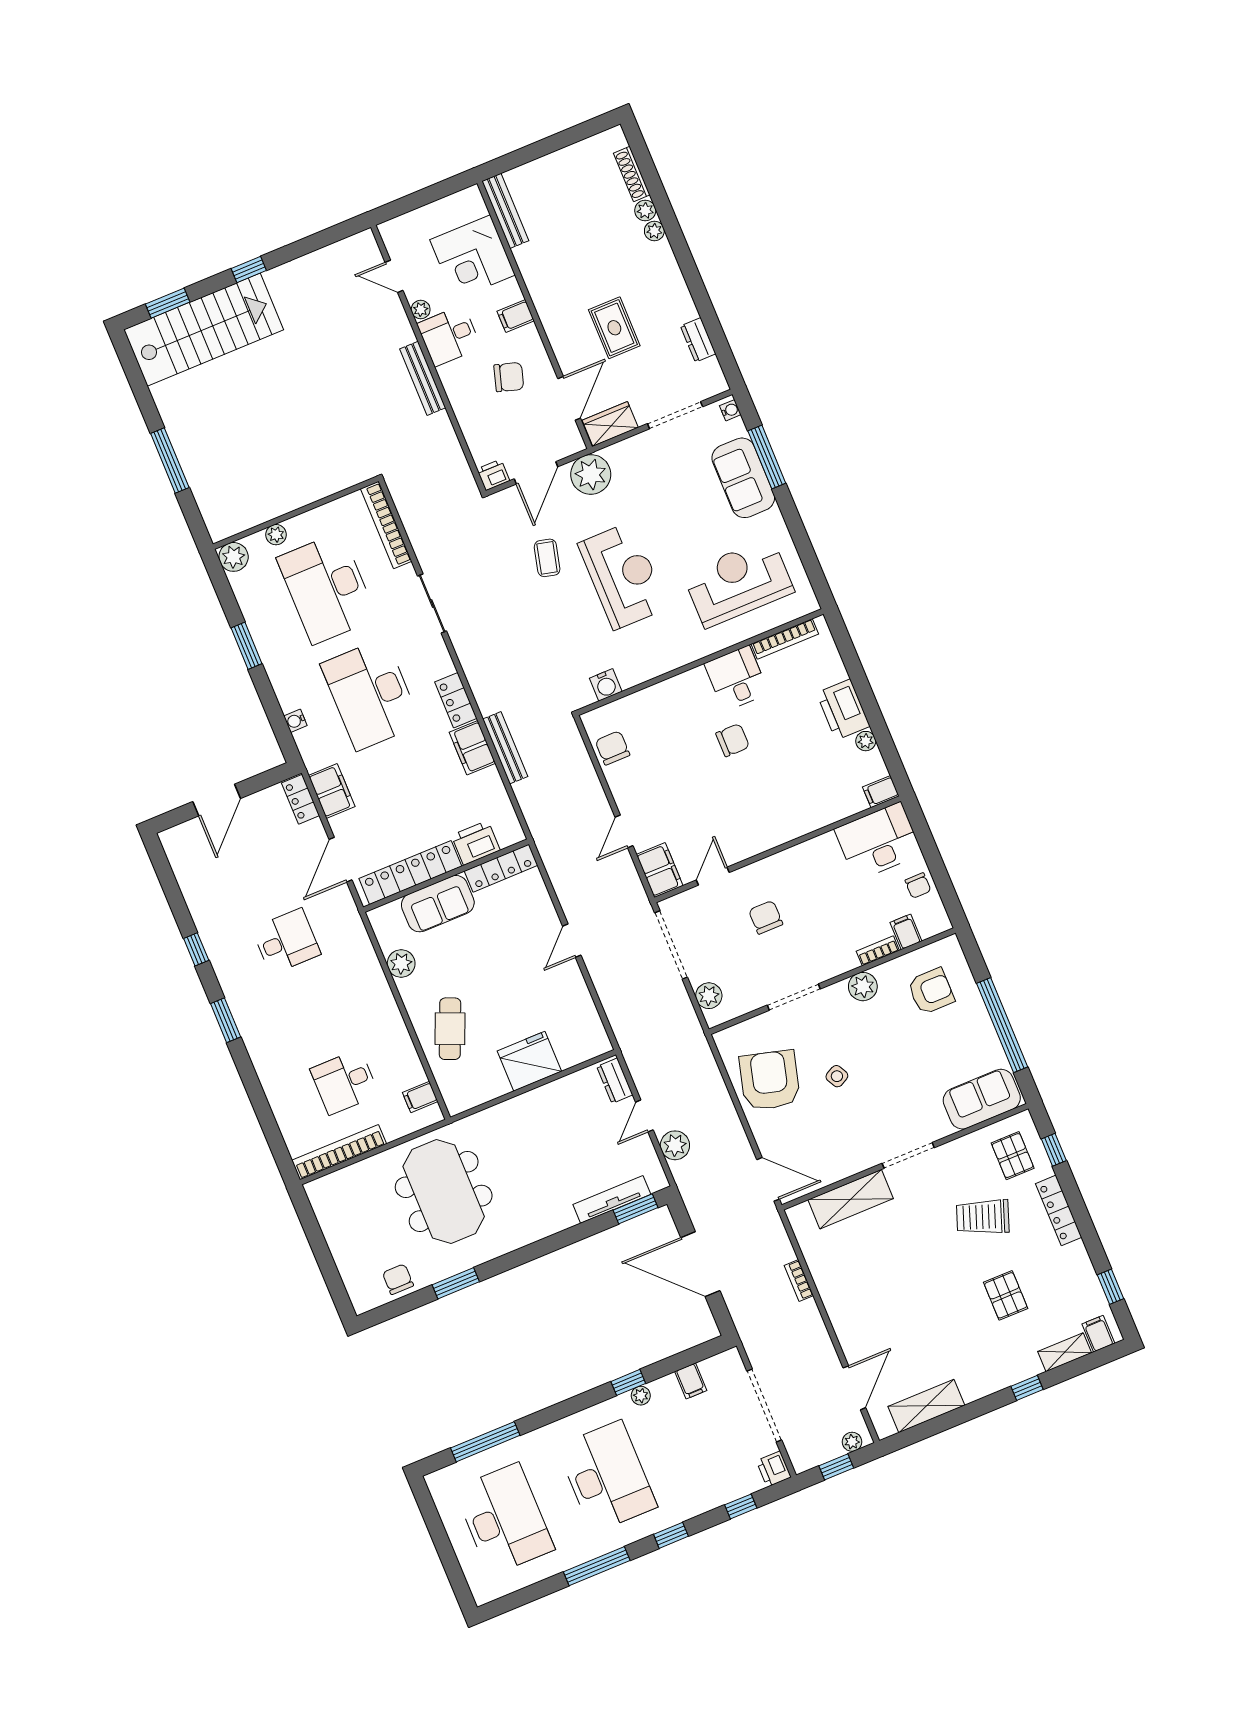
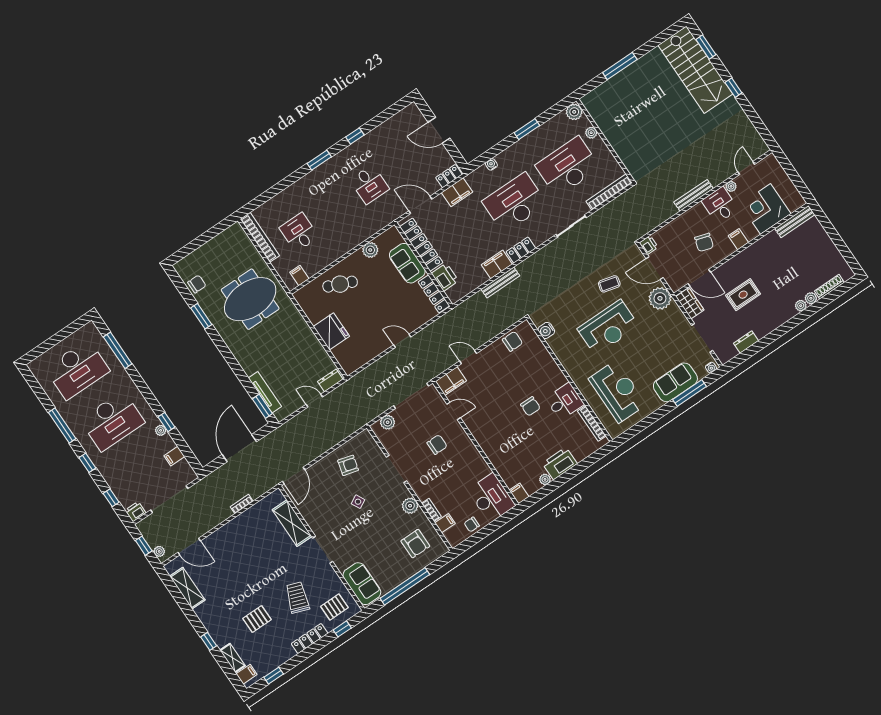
armchair: (770, 1080) -> (348, 465), width x0.53, depth x0.53
plant: (675, 1145) -> (302, 421), removed

